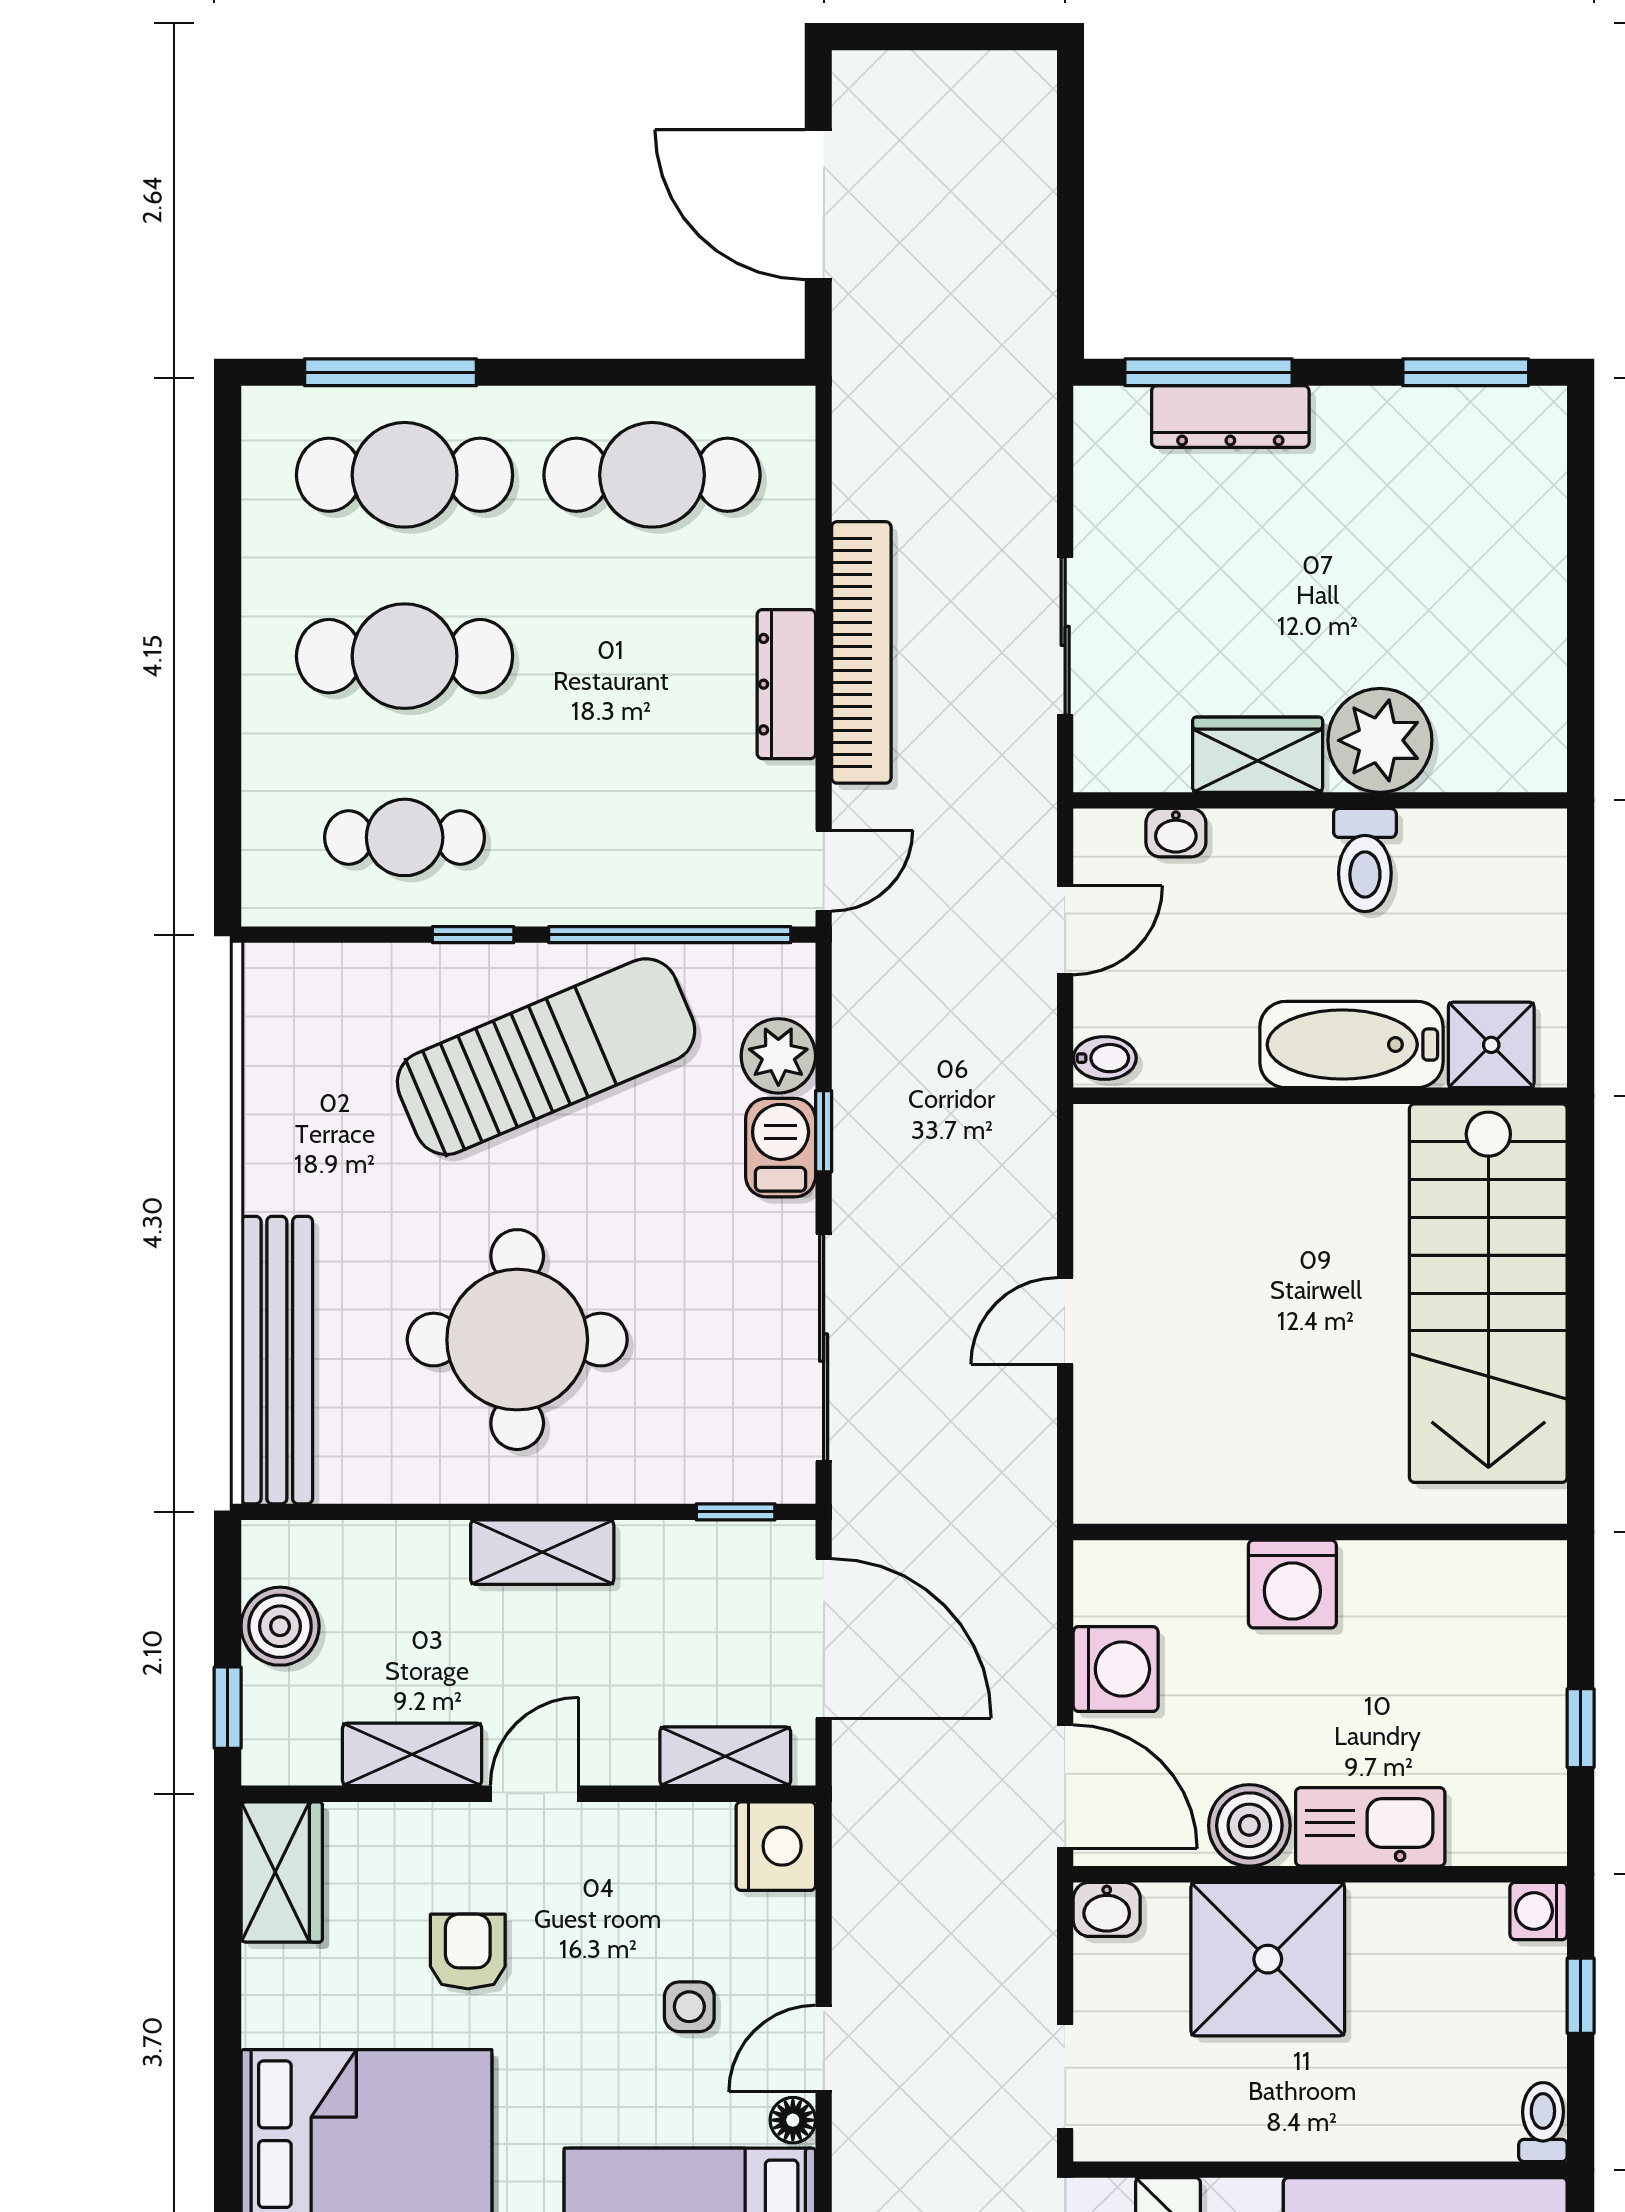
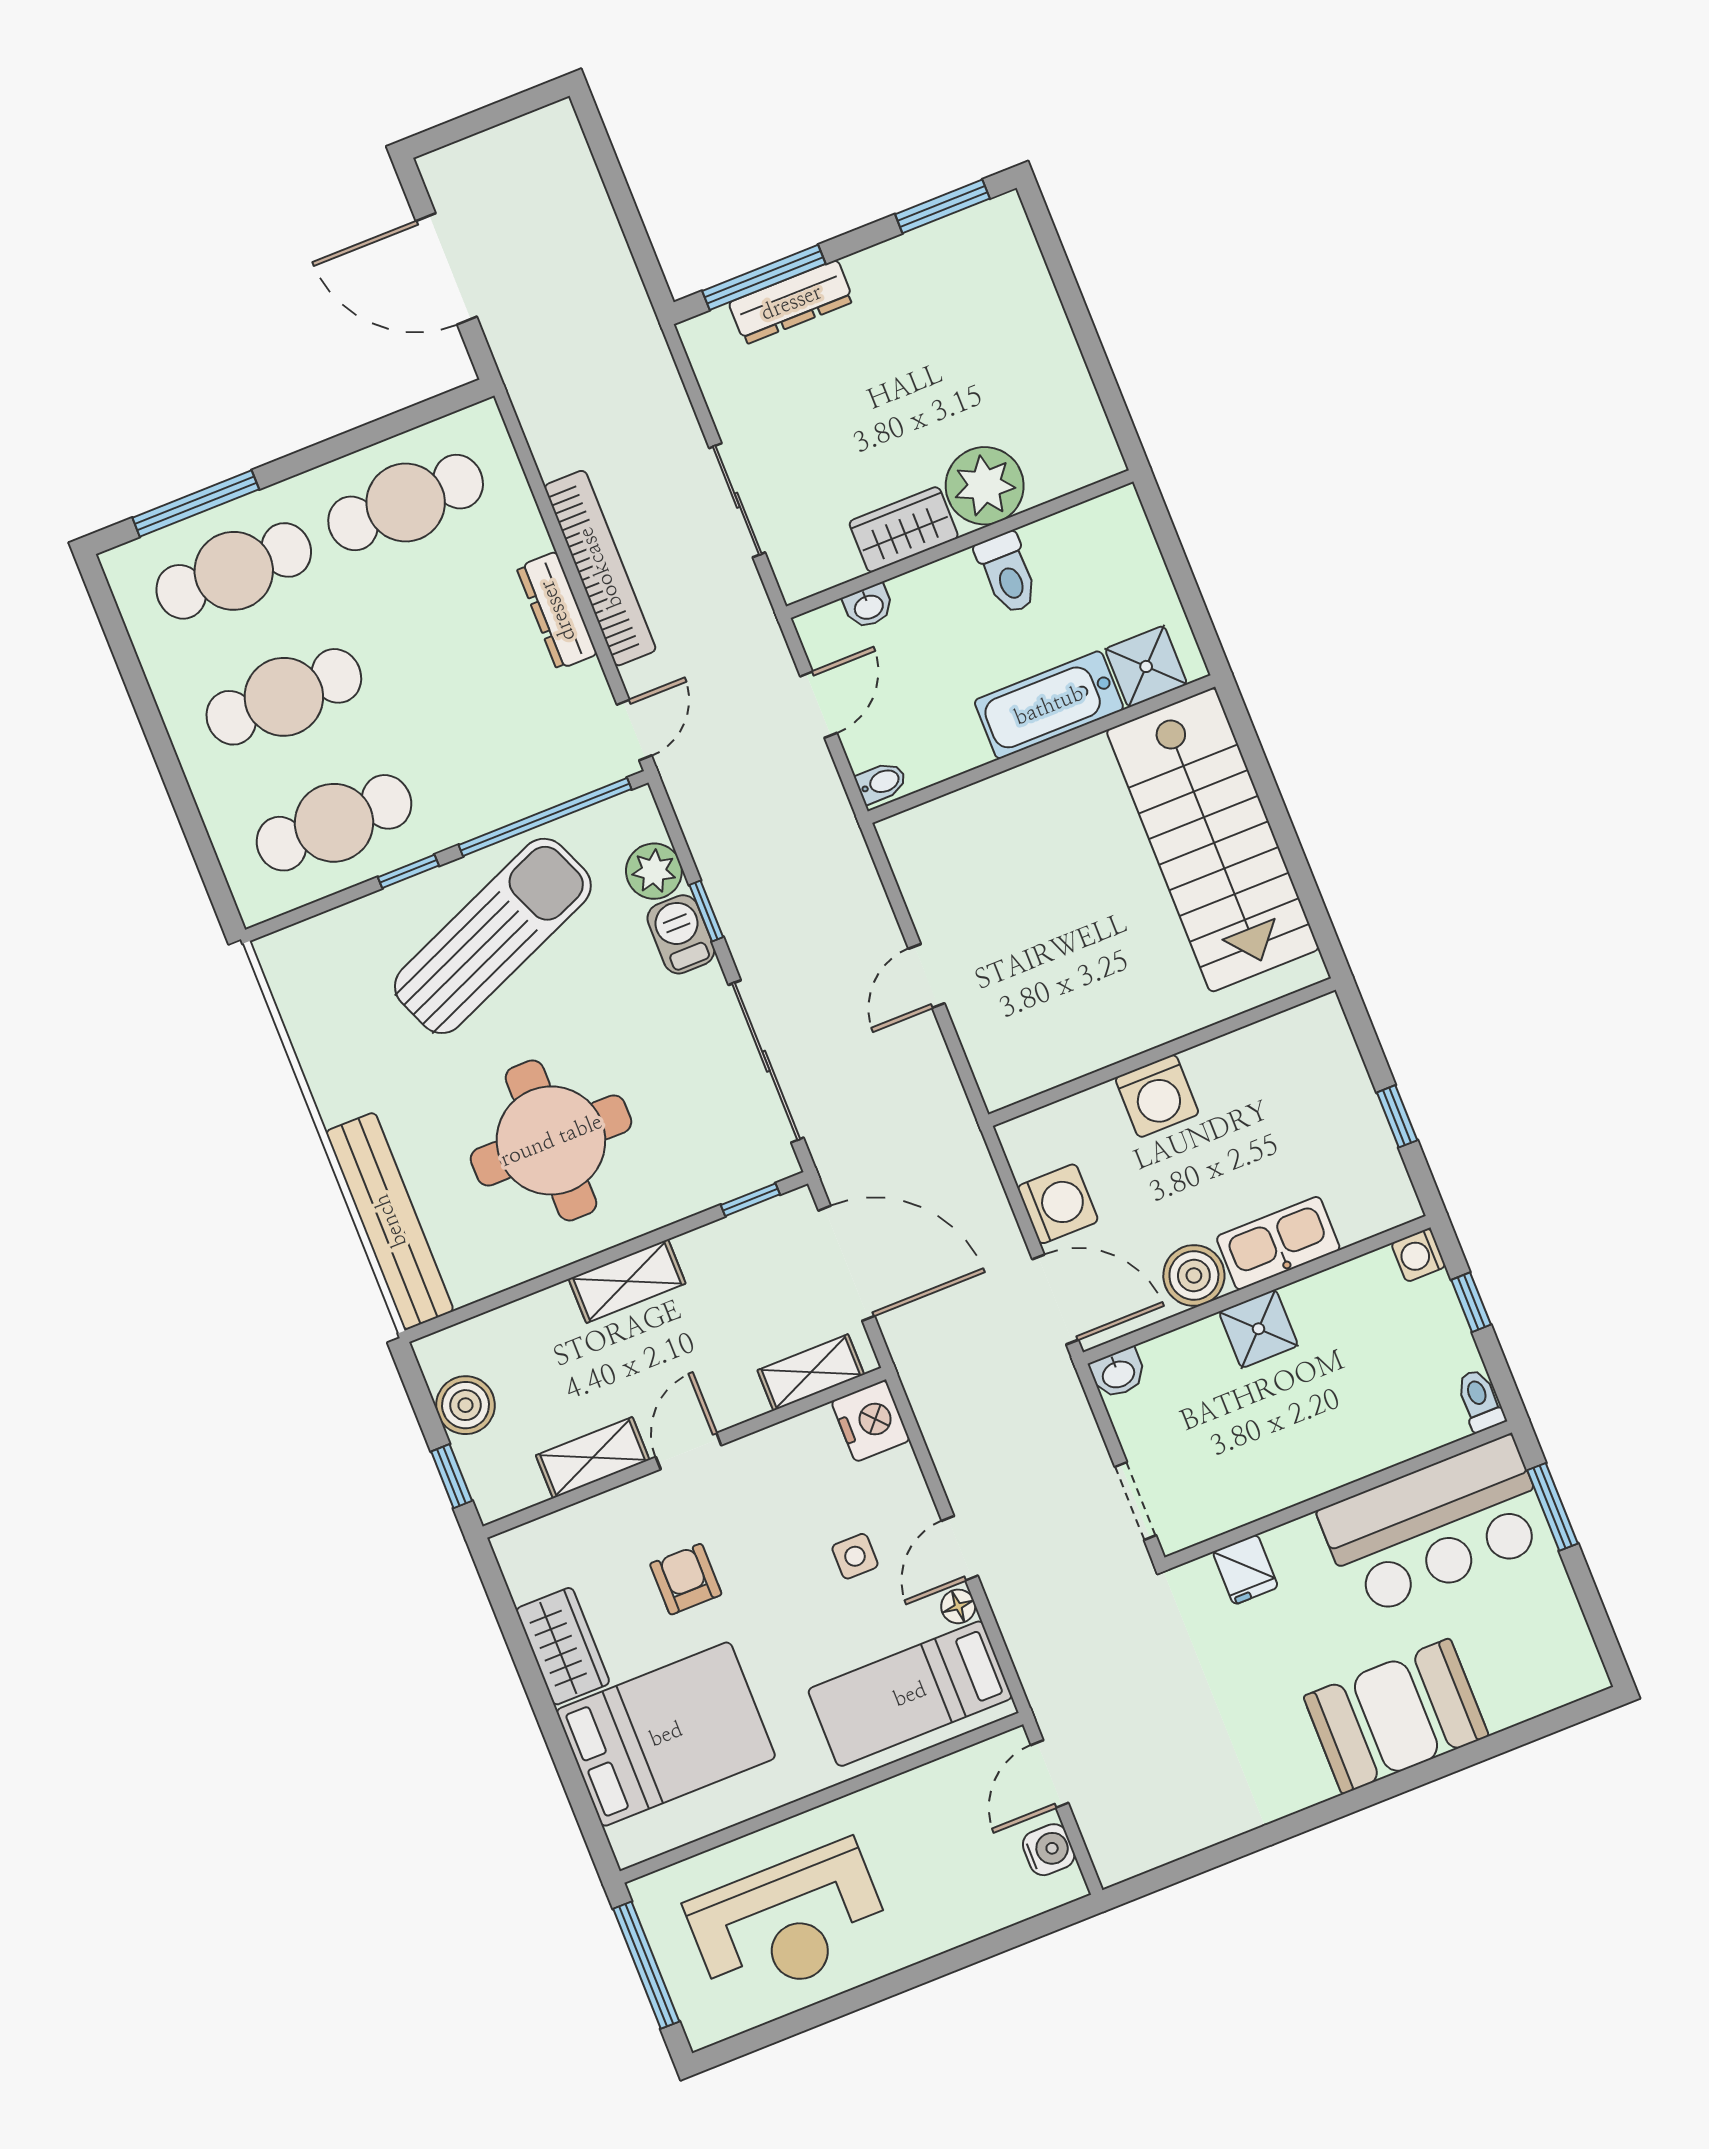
cafe table: (405, 837) -> (334, 823), width x1.37, depth x1.35
wardrobe: (282, 1872) -> (563, 1646), moved
shower: (1268, 1959) -> (1258, 1329), width x0.54, depth x0.54

